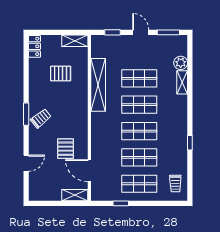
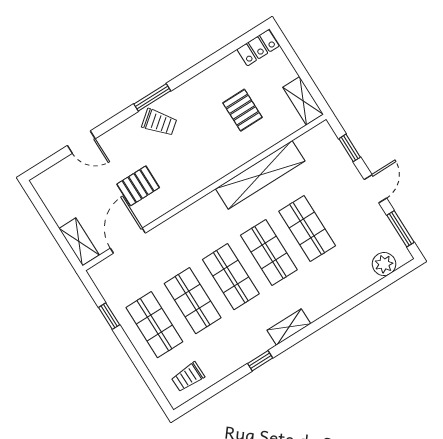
plant: (181, 63) -> (384, 264), moved
shelving: (182, 82) -> (289, 327), moved

